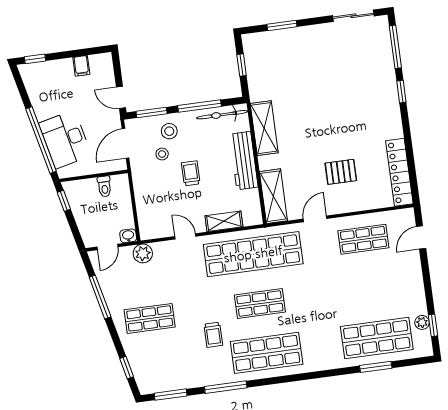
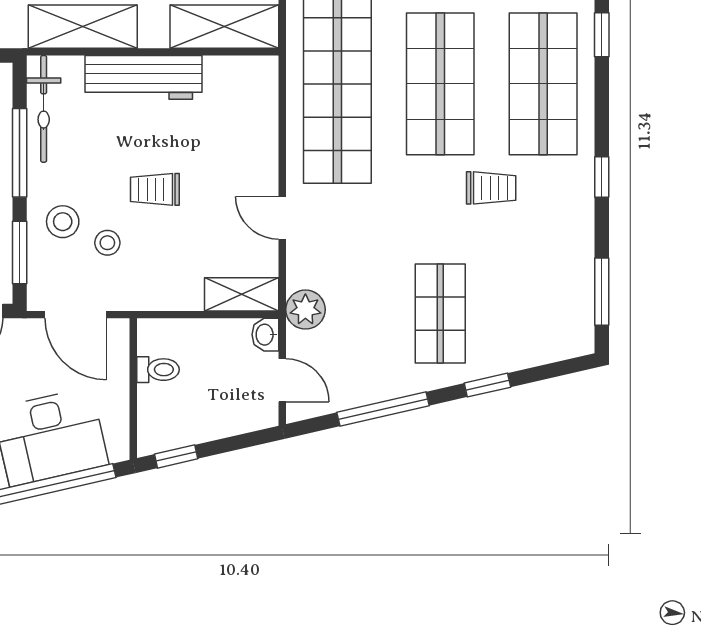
shelving: (224, 221) -> (242, 294), moved, turned 90
door: (185, 236) -> (282, 218), hinge flipped
shop shelf: (260, 304) -> (440, 84), width x1.43, depth x1.36
window: (127, 368) -> (487, 385), moved
window: (294, 378) -> (602, 35), added
window: (226, 387) -> (602, 177), width x0.46

